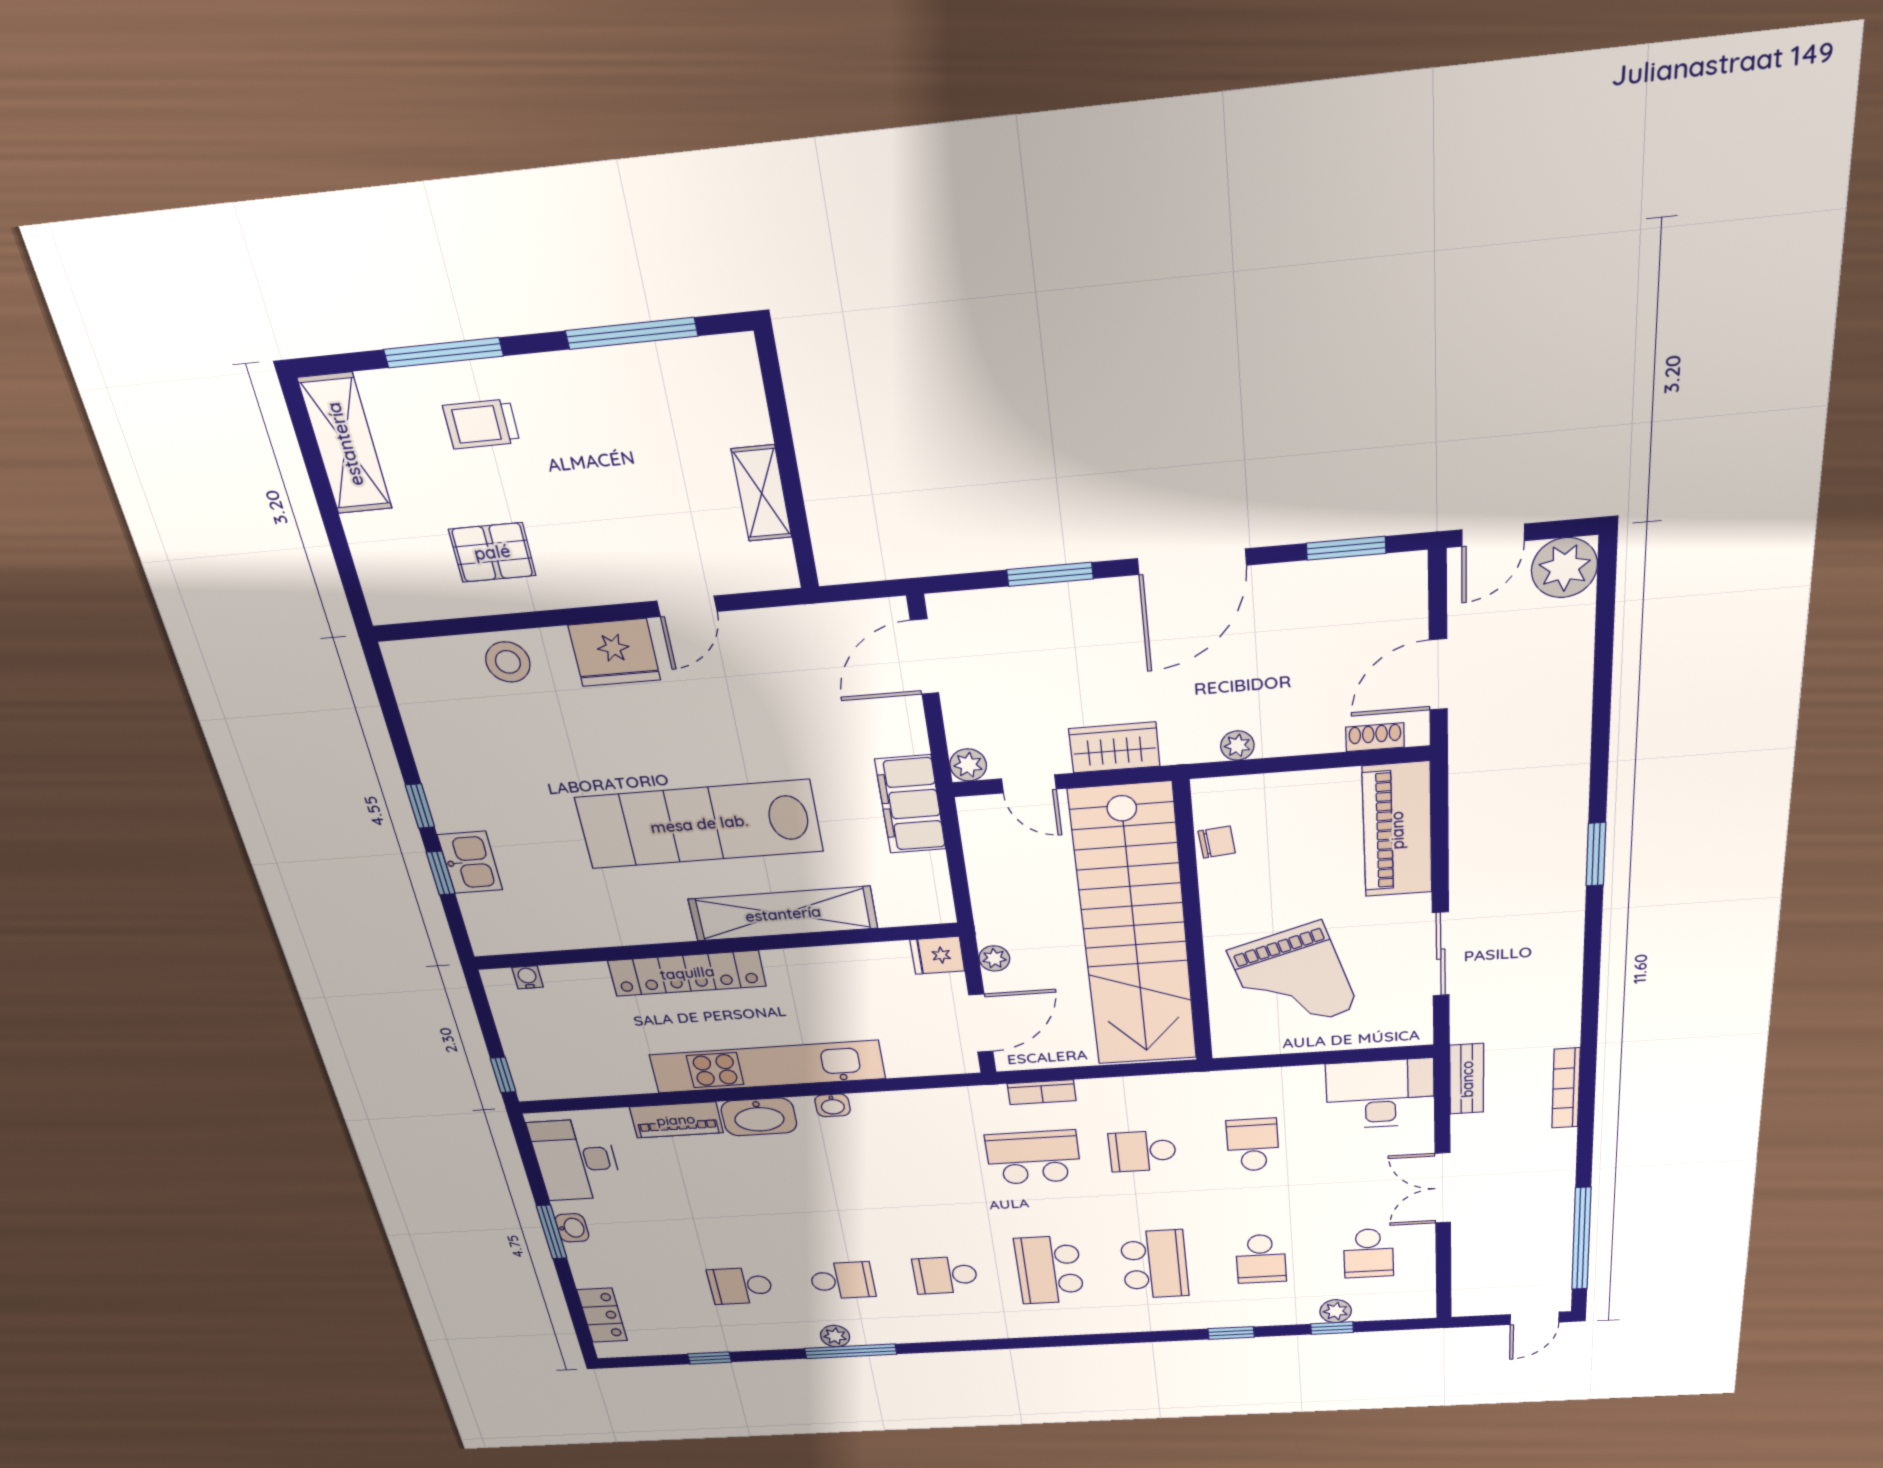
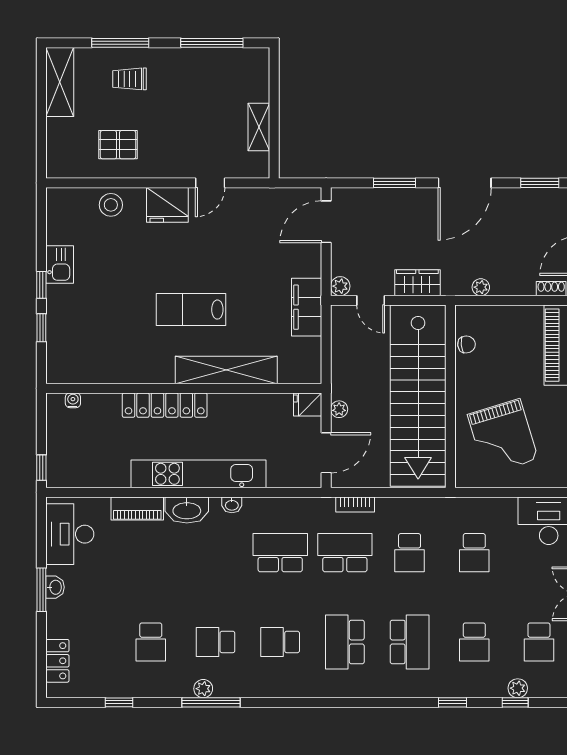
lab bench: (699, 824) -> (191, 310), width x0.54, depth x0.72
kitchen sink: (470, 862) -> (60, 265), moved
school desk: (1253, 1145) -> (474, 553), turned 180
school desk: (1142, 1151) -> (410, 553), turned -90
school desk: (925, 1164) -> (280, 553), added
school desk: (842, 1281) -> (215, 642), turned 180
school desk: (741, 1286) -> (151, 642), turned -90

